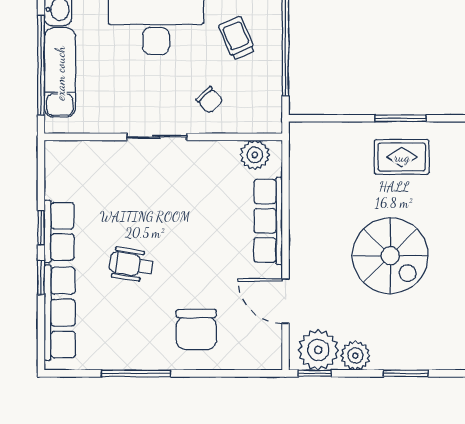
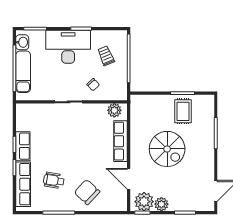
rug: (402, 157) -> (183, 111), turned 90
spiral stairs: (390, 256) -> (167, 149), moved
wheelchair: (131, 265) -> (54, 180), moved
chair: (196, 330) -> (87, 192), turned 133

